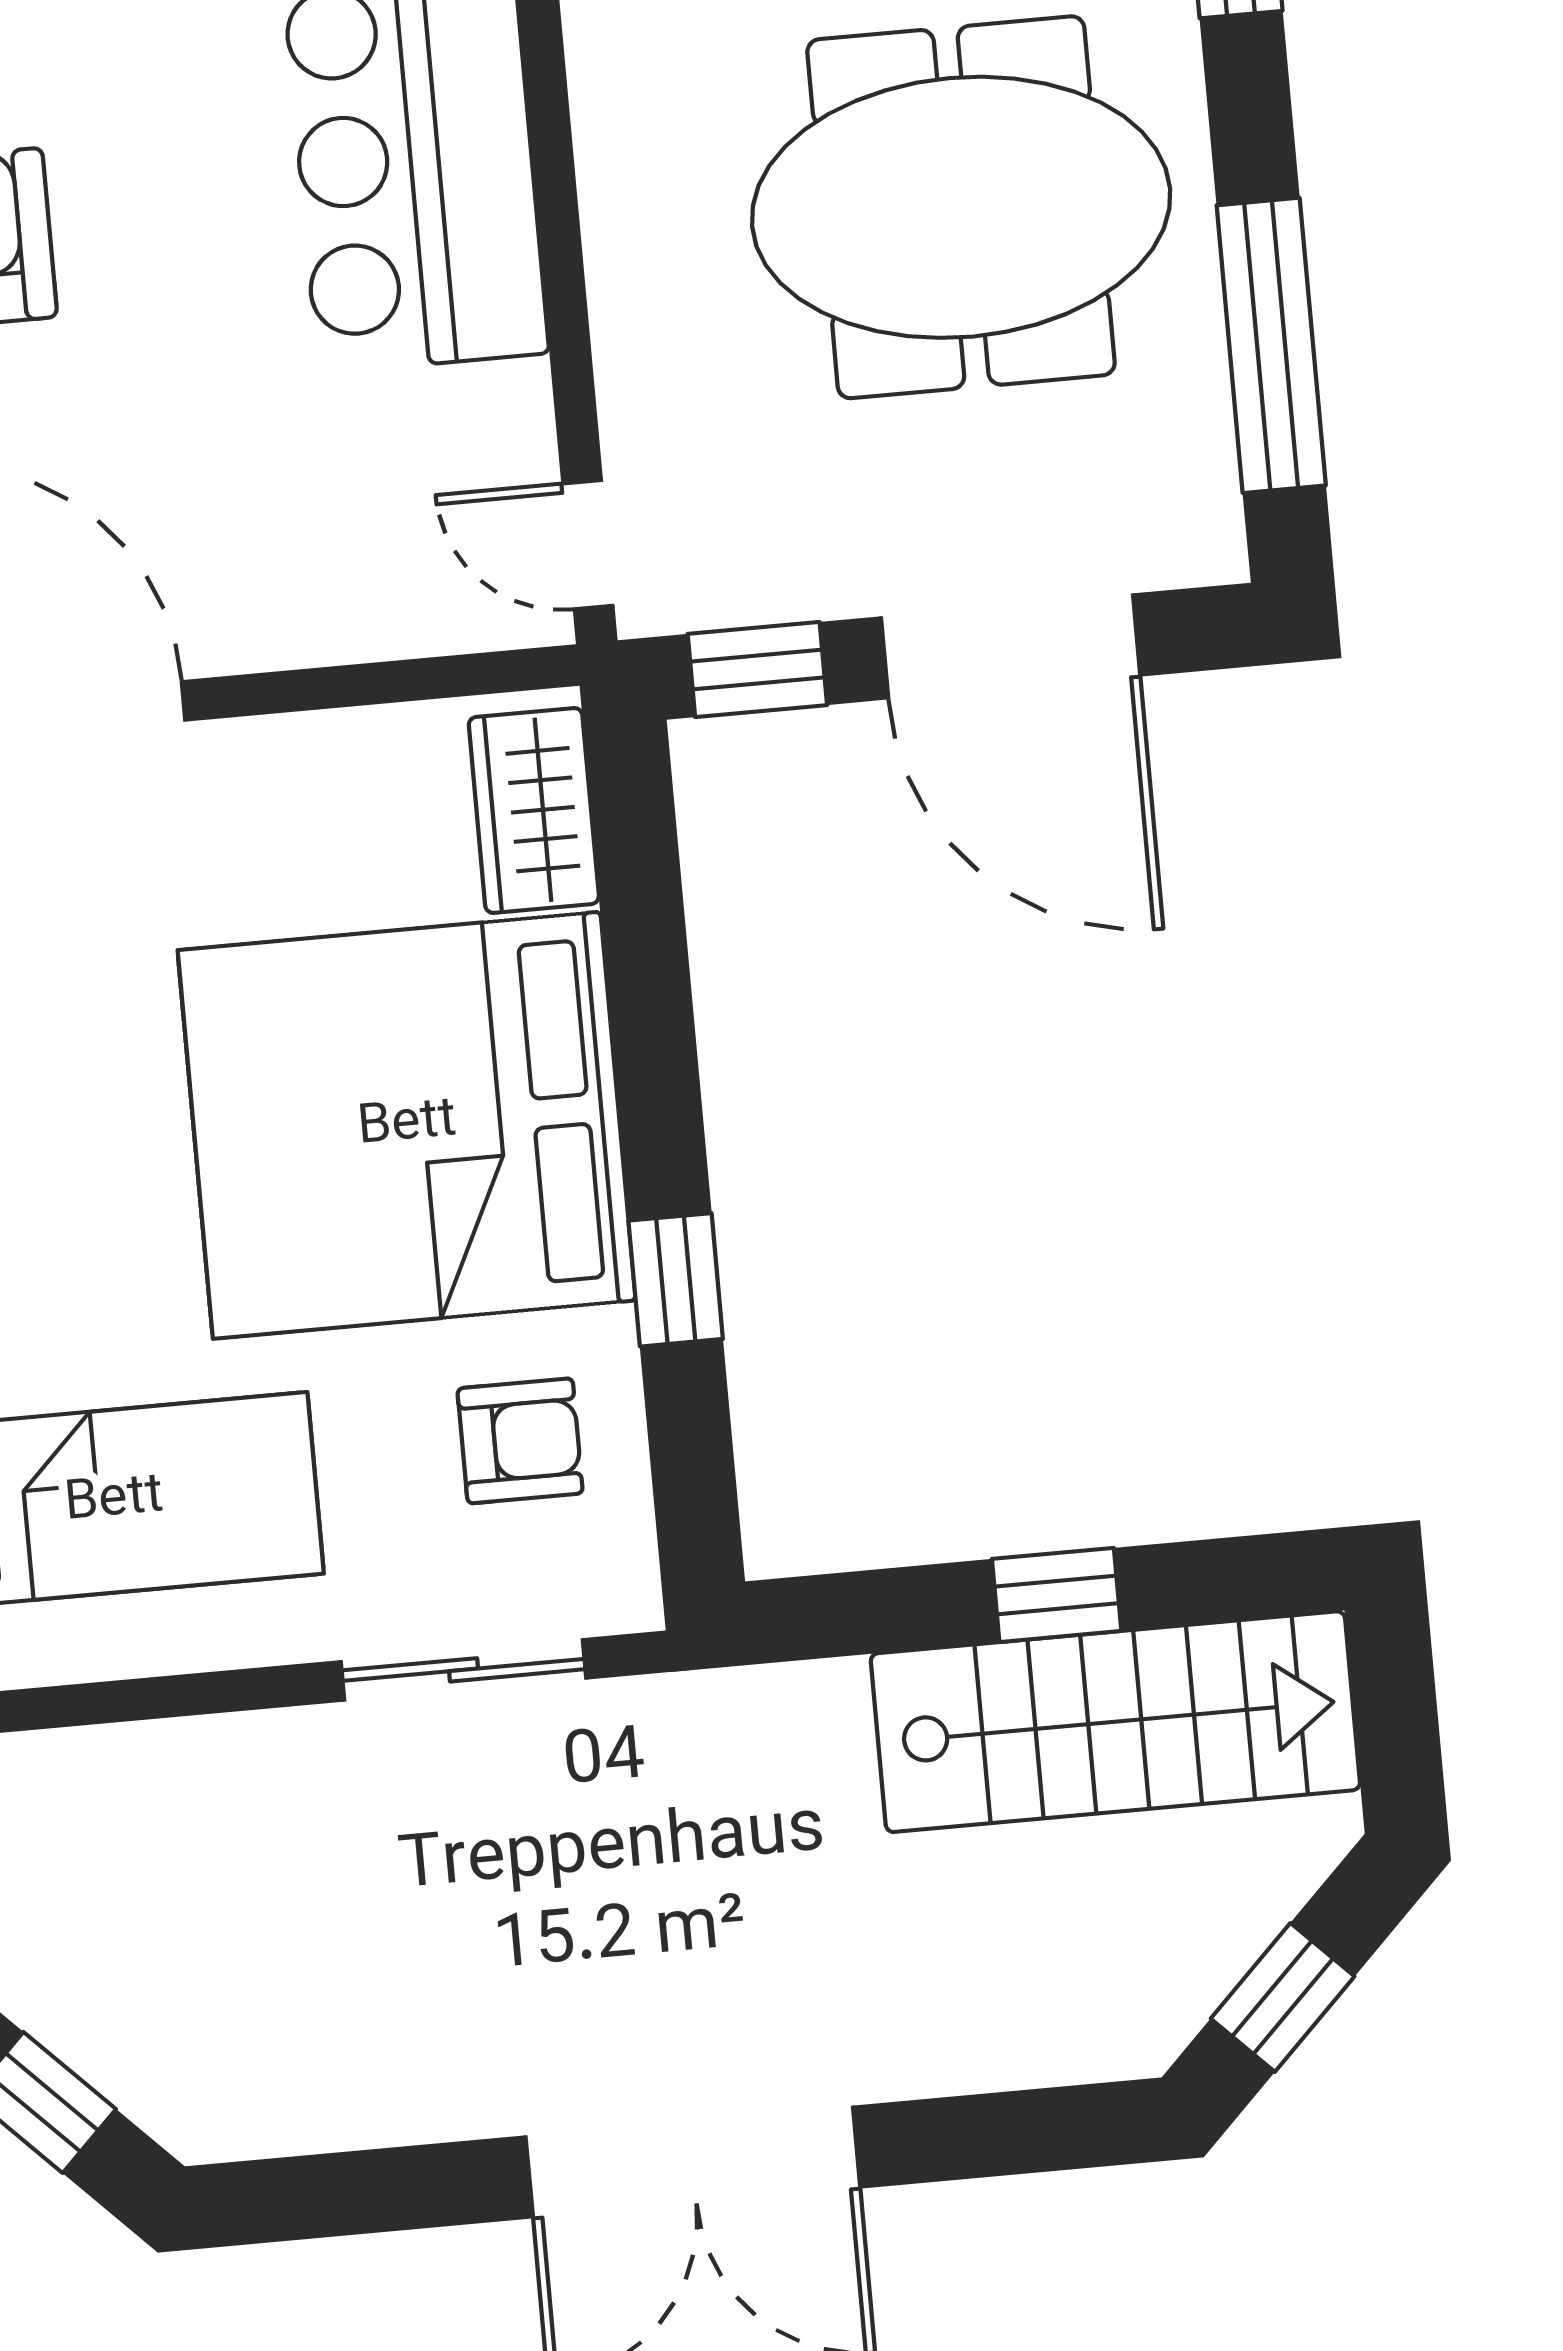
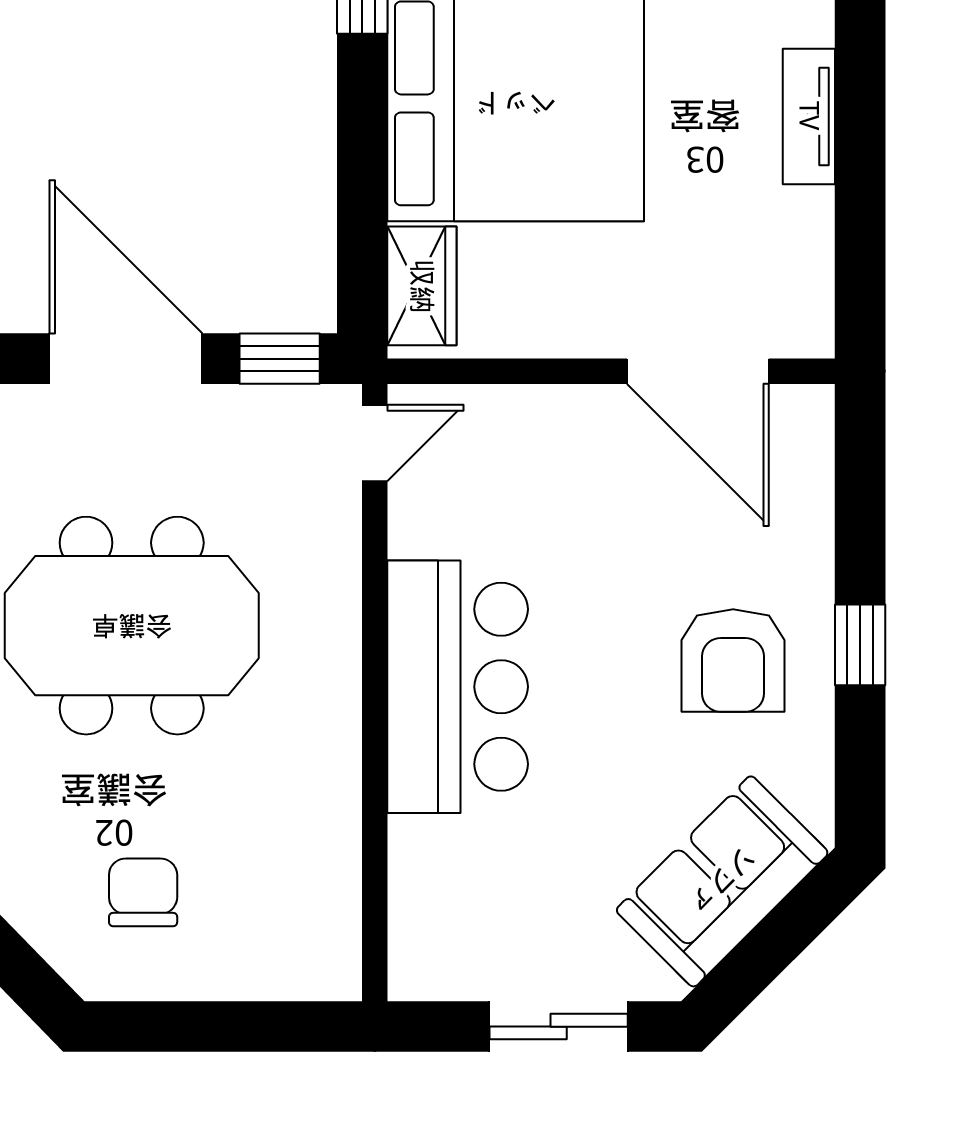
door: (588, 545) -> (375, 443), hinge flipped

